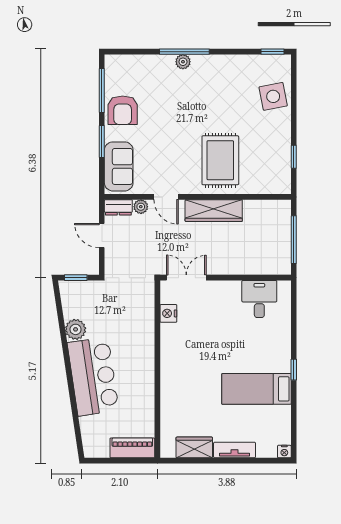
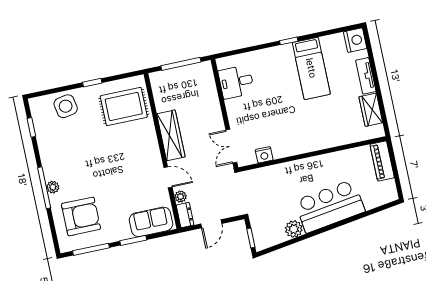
window: (273, 52) -> (31, 127), moved
armchair: (123, 110) -> (81, 216), moved, width x1.36, depth x1.36
window: (294, 157) -> (92, 83), moved
rug: (220, 160) -> (124, 106), moved
door: (166, 197) -> (168, 177), hinge flipped
nightstand: (284, 452) -> (355, 40), width x1.89, depth x1.79

